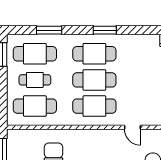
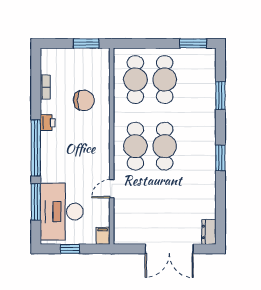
cafe table: (35, 54) -> (194, 80), removed
cafe table: (94, 54) -> (194, 146), removed
cafe table: (35, 80) -> (165, 80), width x1.37, depth x1.35

